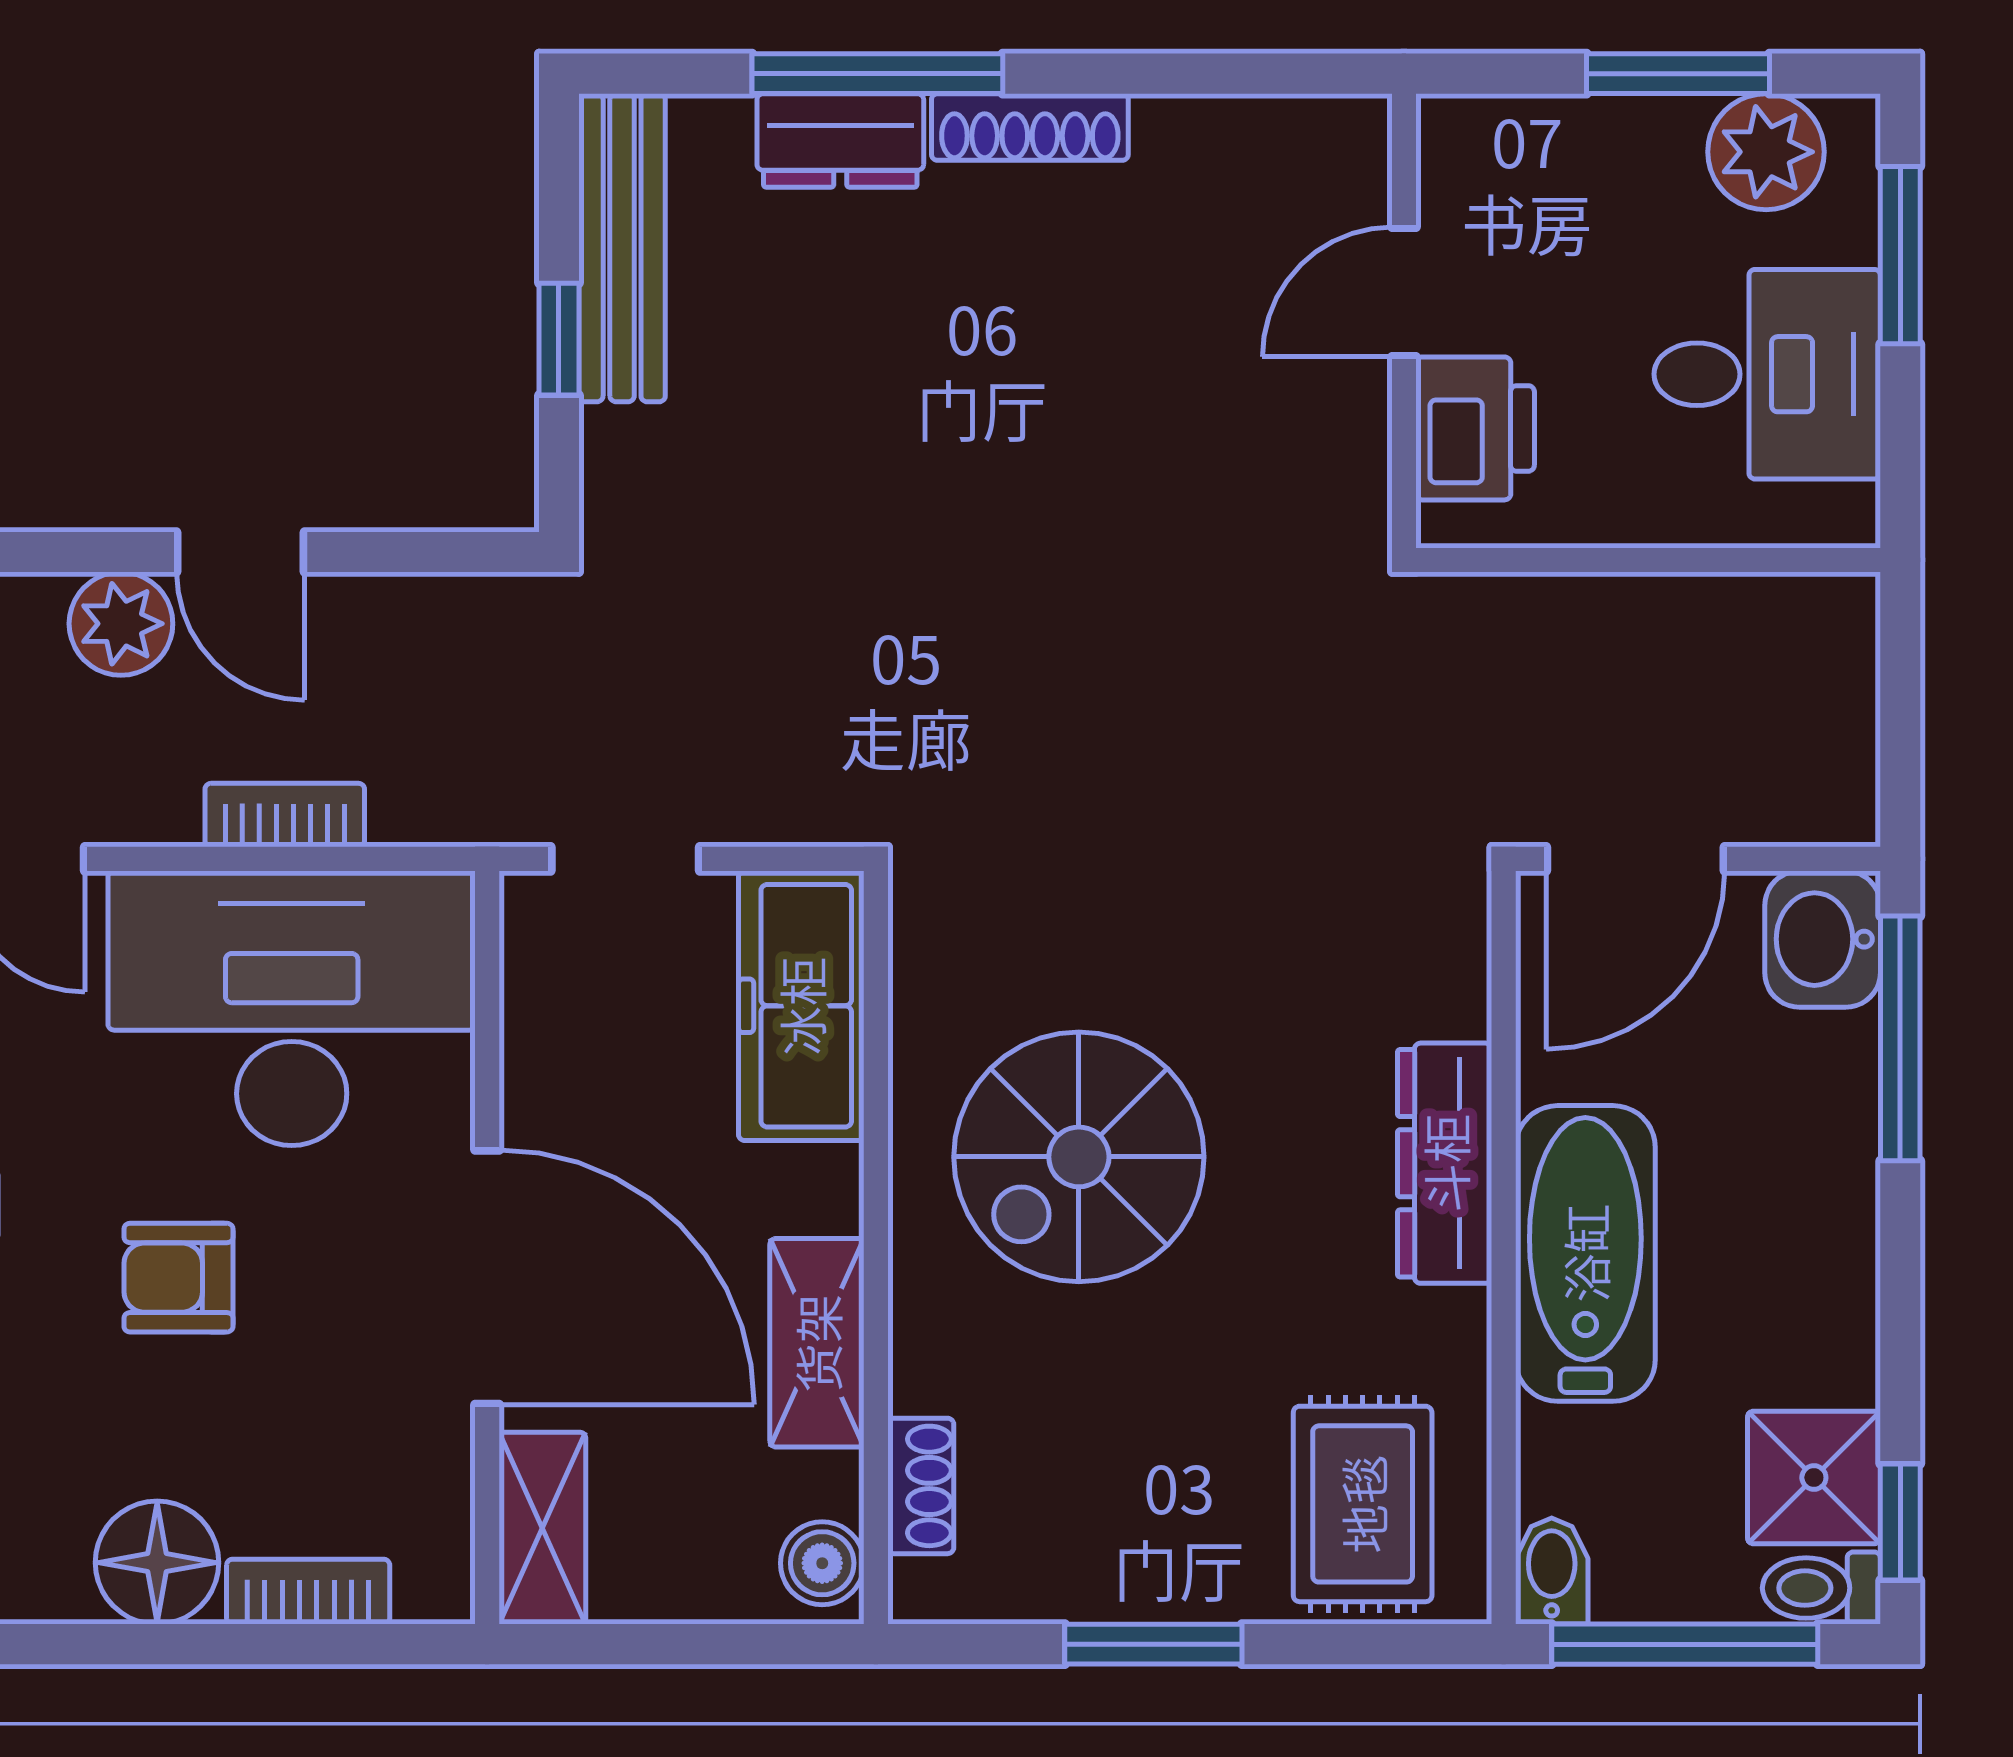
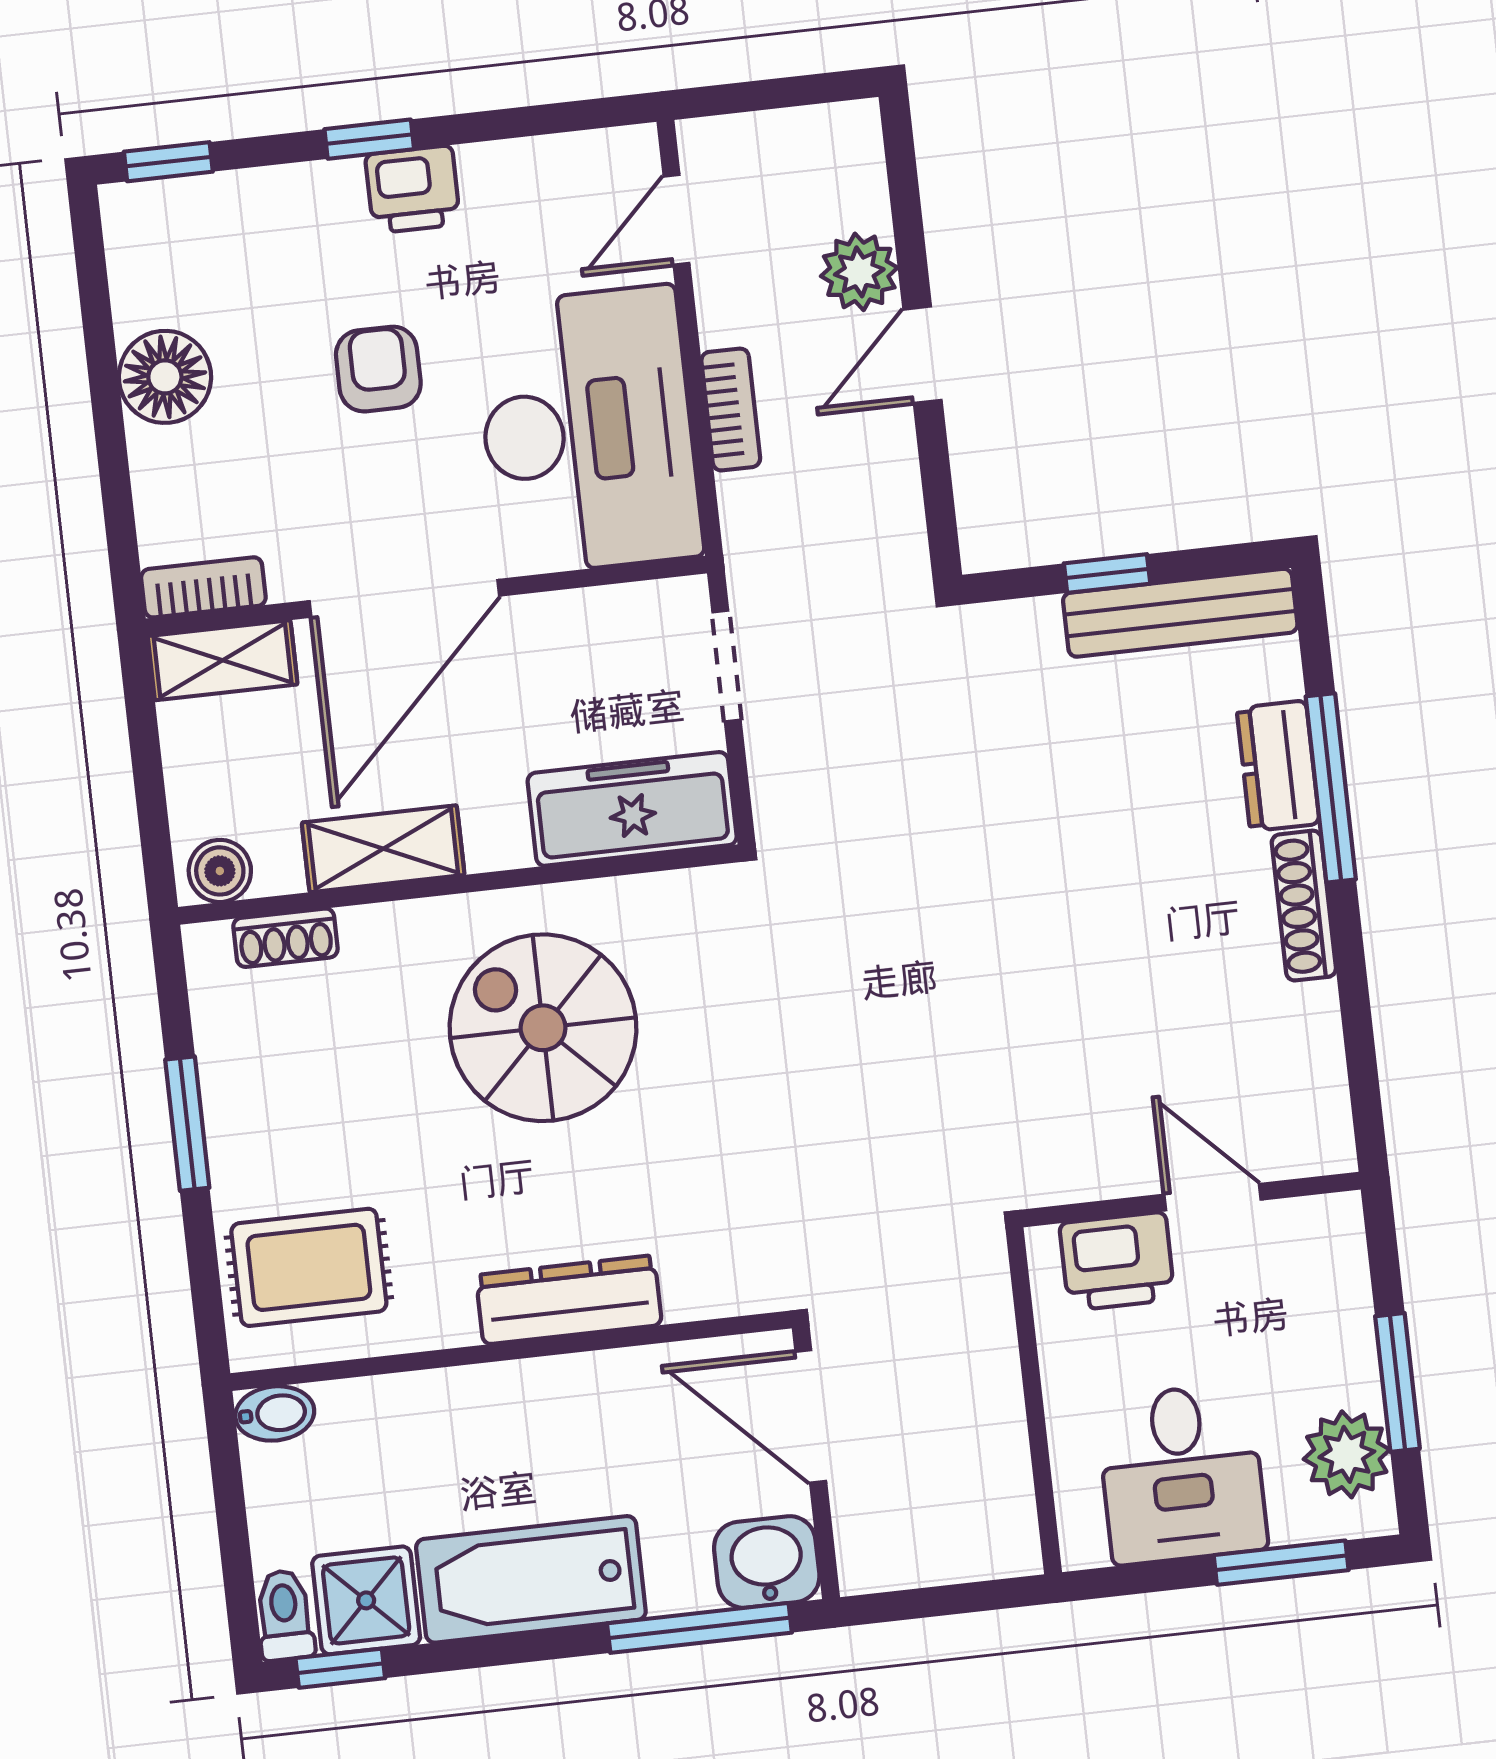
bathtub: (1585, 1253) -> (531, 1579), moved, turned 180
bookcase: (308, 1592) -> (203, 587), moved, turned -90
window: (1685, 1644) -> (232, 1518), removed

